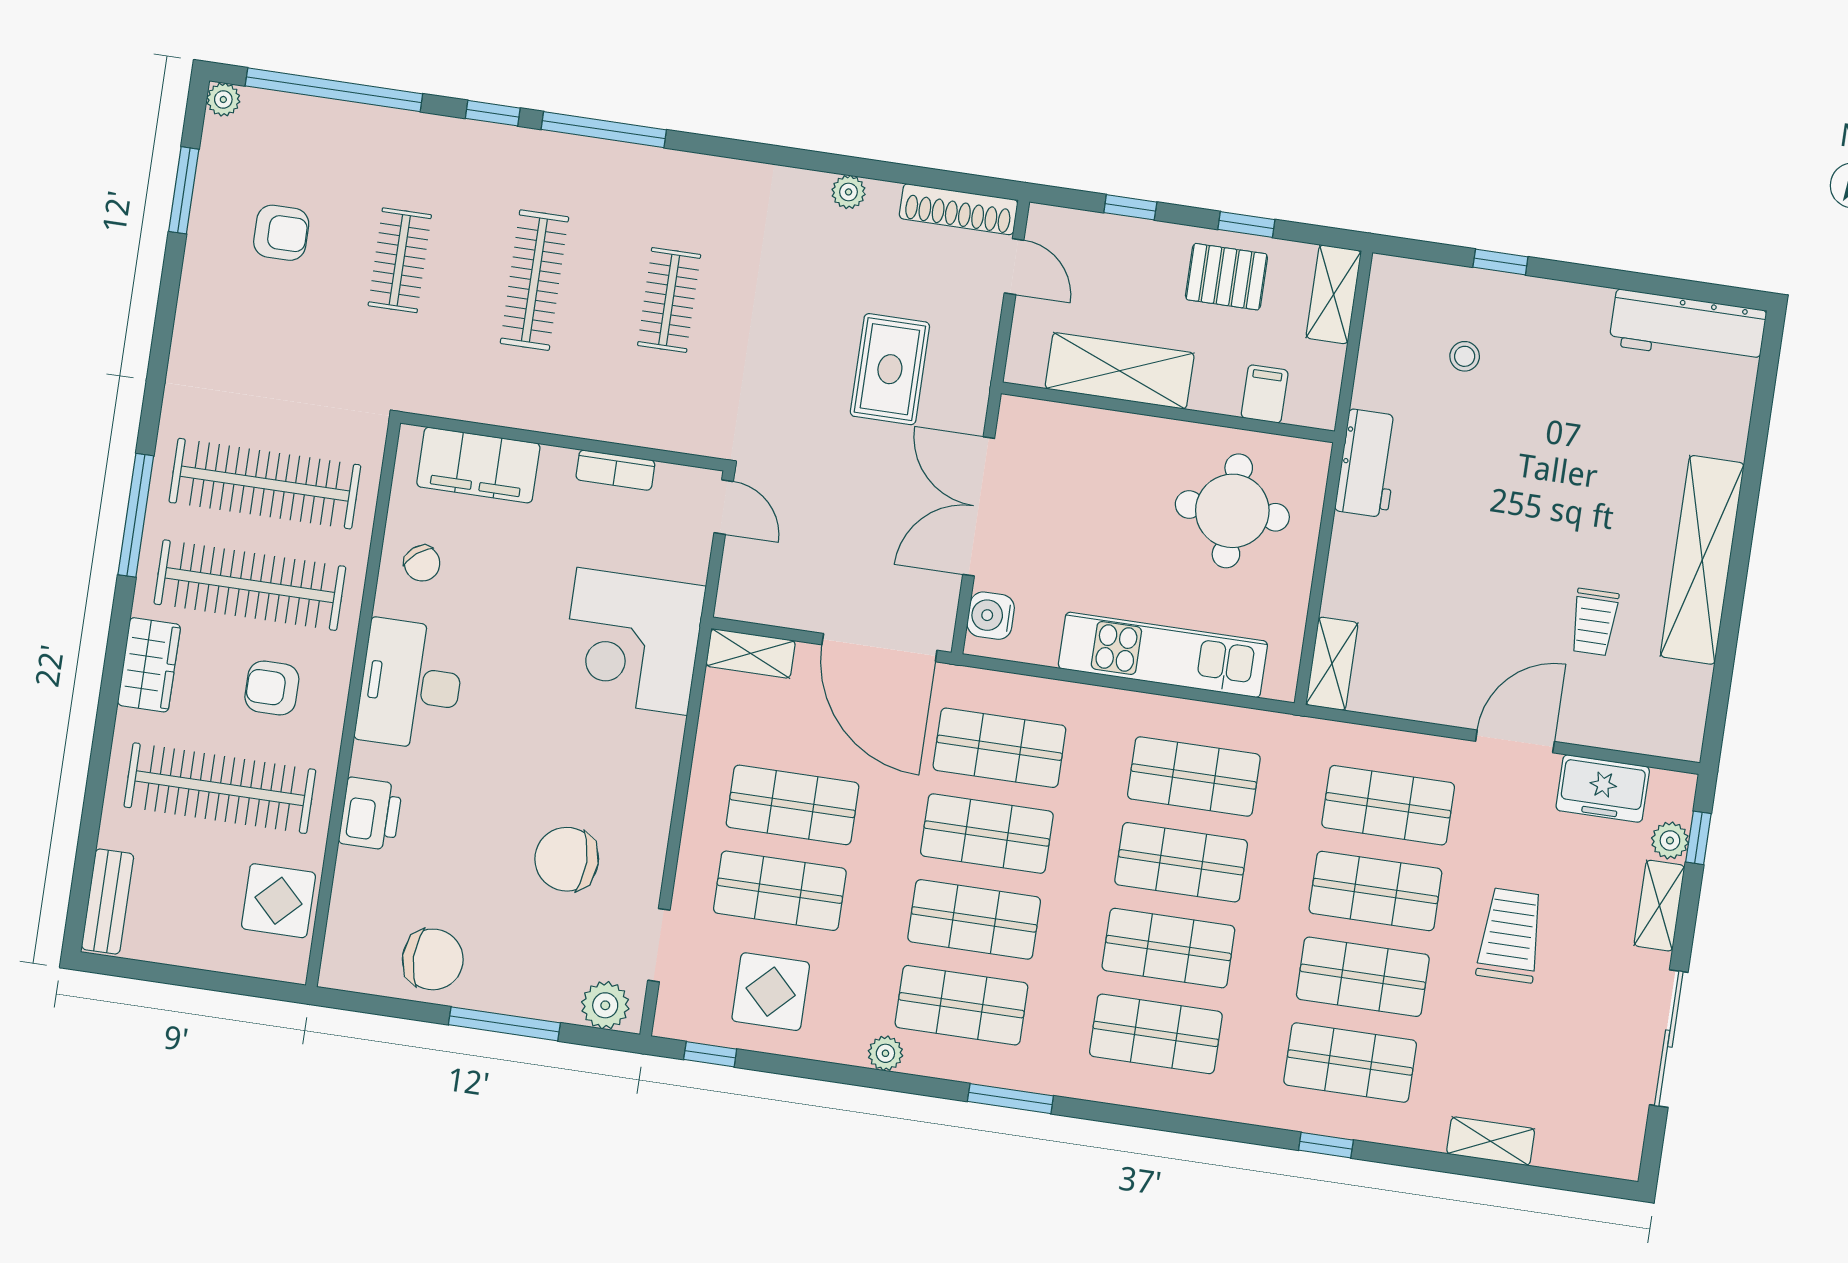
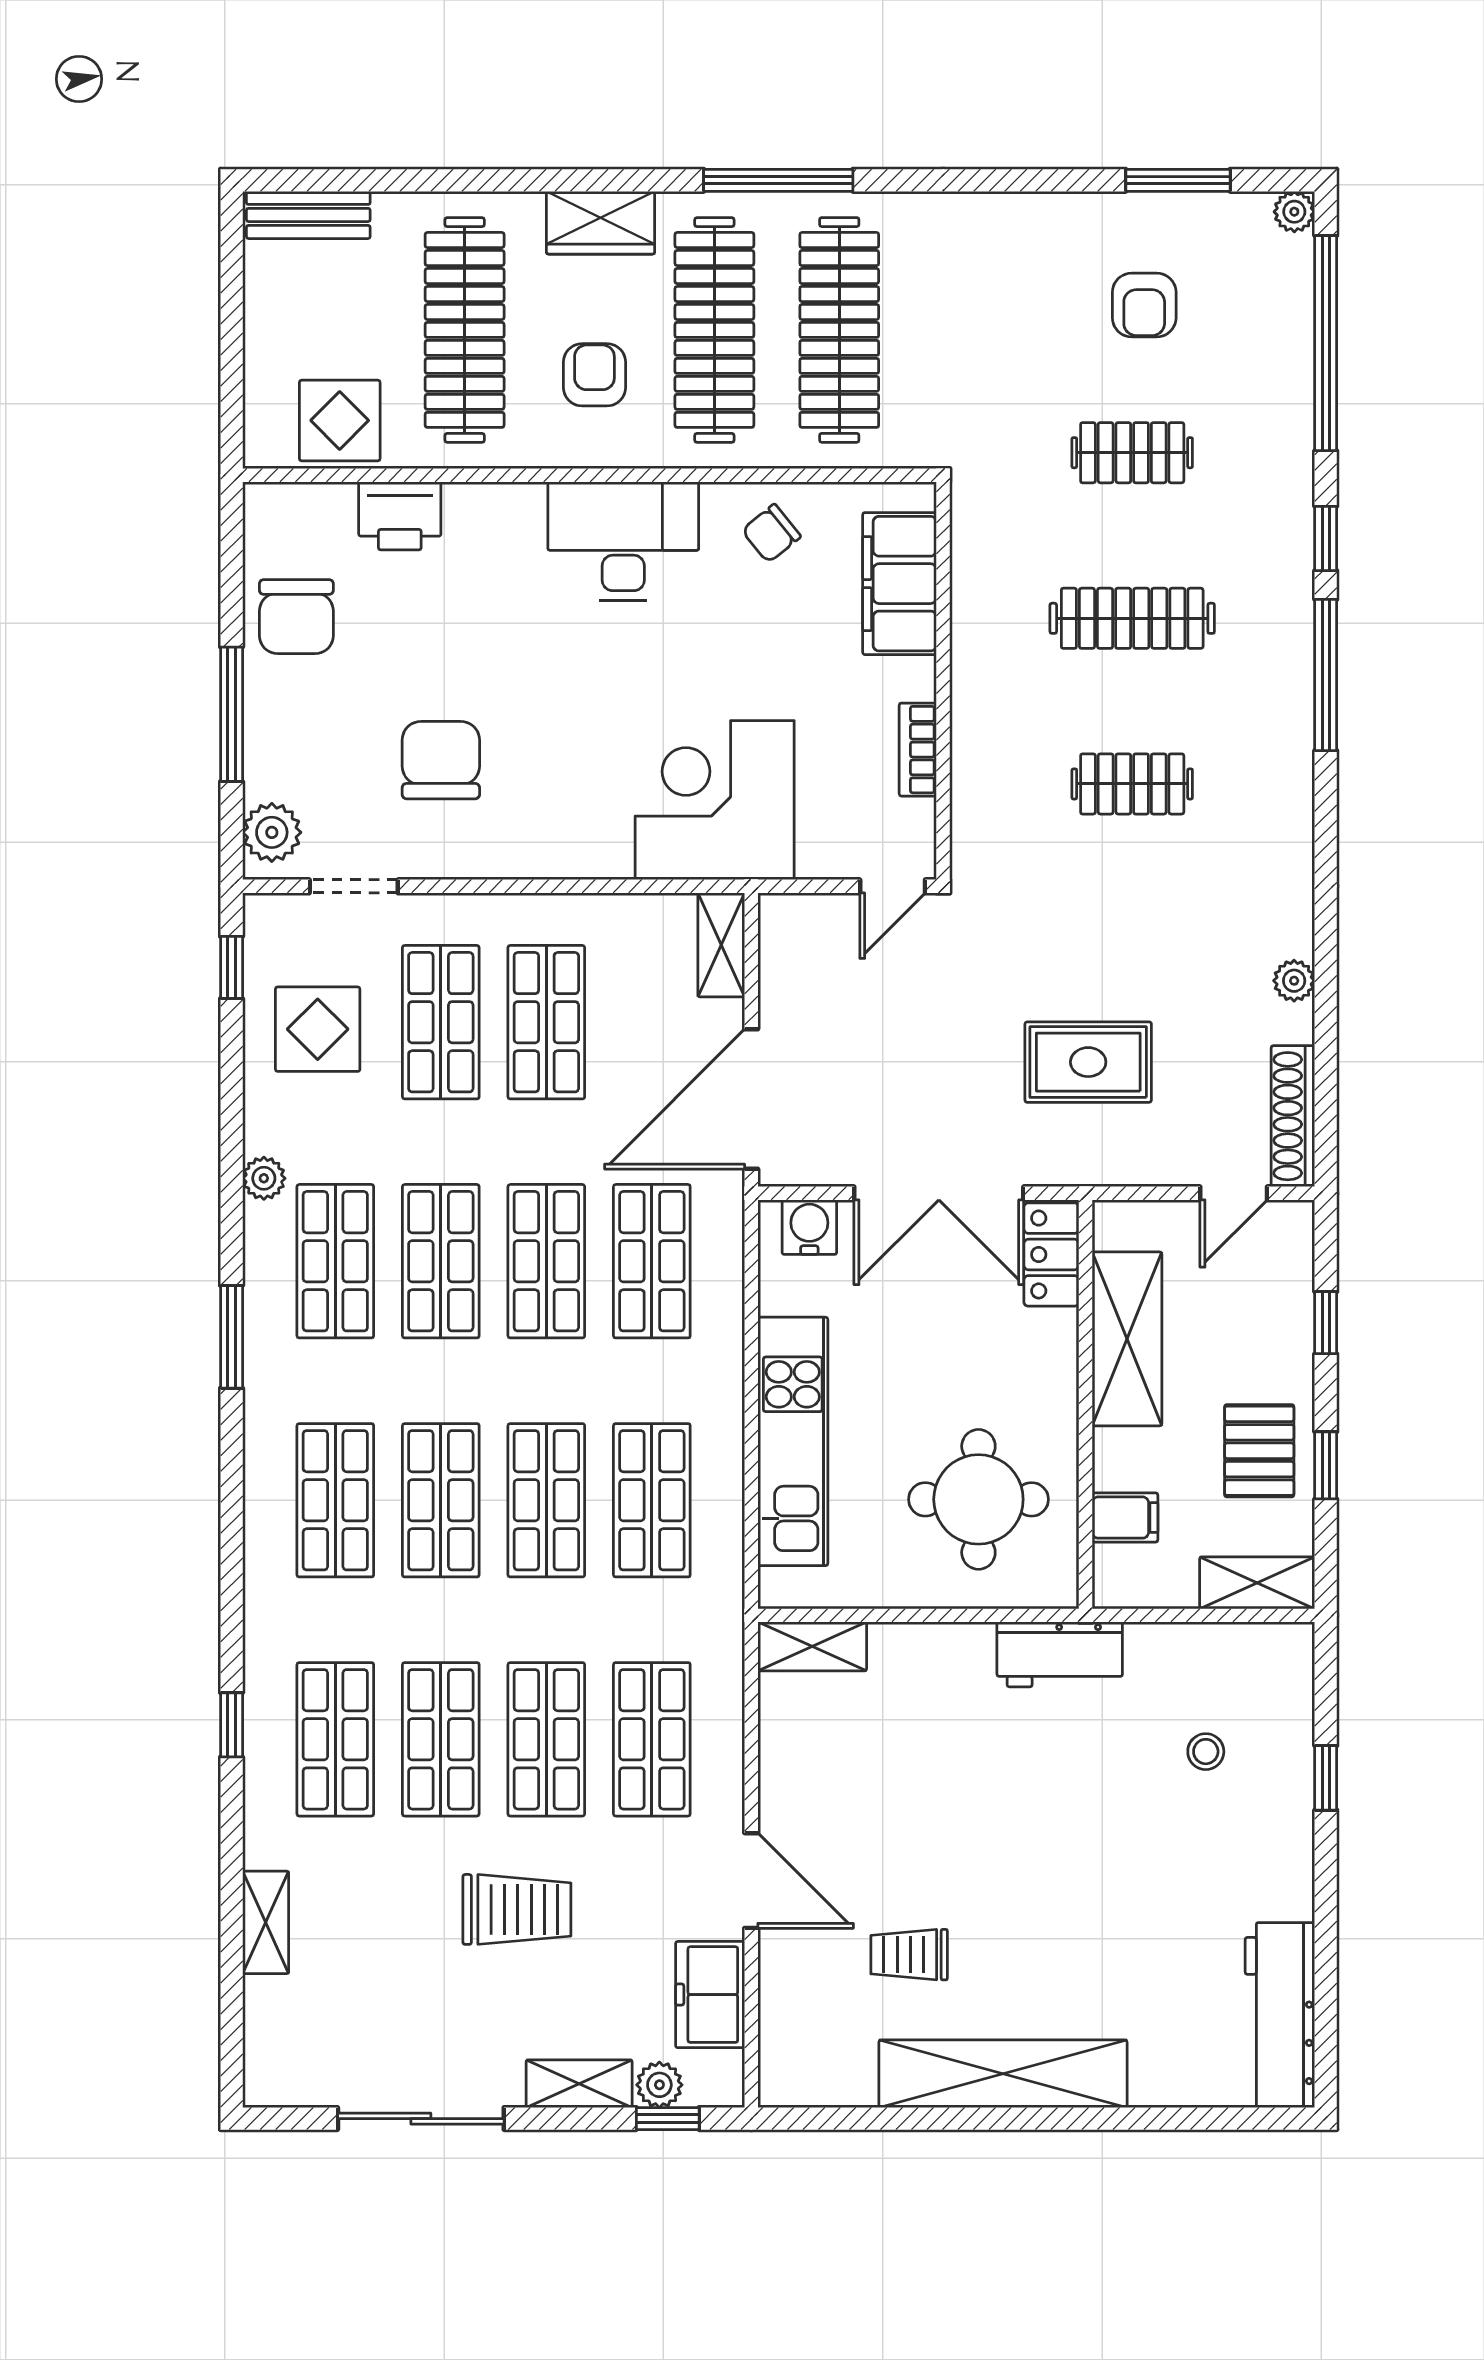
locker: (1042, 422) -> (1051, 1254), added
double door: (979, 506) -> (939, 1193), swing flipped
printer: (370, 814) -> (400, 516), moved

